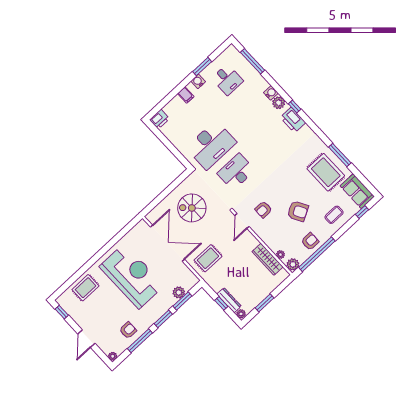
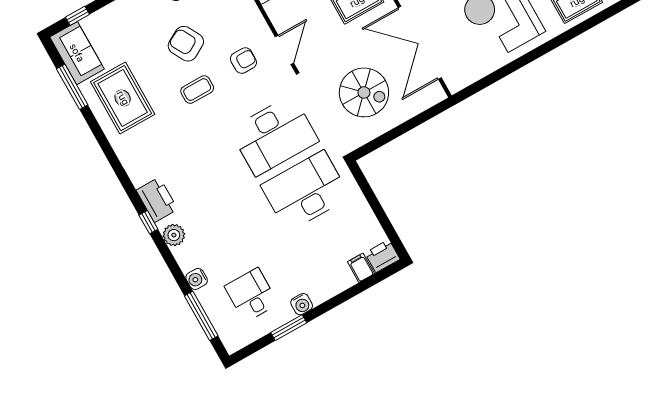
water cooler: (271, 93) -> (197, 279), moved
filing cabinet: (186, 95) -> (361, 268), moved
window: (340, 155) -> (72, 87), moved
desk: (236, 172) -> (274, 135), width x1.36, depth x1.30
coffee table: (334, 215) -> (197, 90), moved

